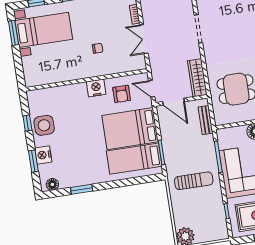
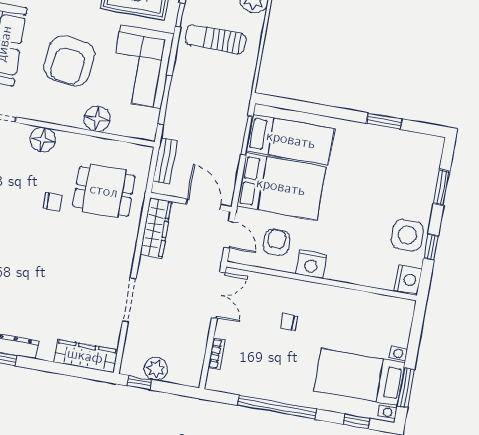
double door: (144, 39) -> (218, 295), moved
nightstand: (43, 155) -> (408, 280), moved
sun lounger: (194, 181) -> (216, 39), moved
floor lamp: (52, 184) -> (425, 143), removed

